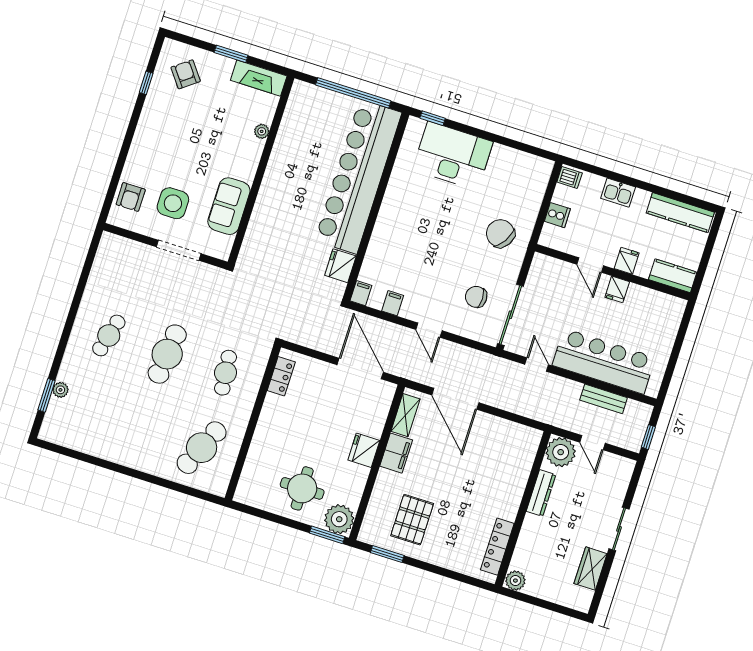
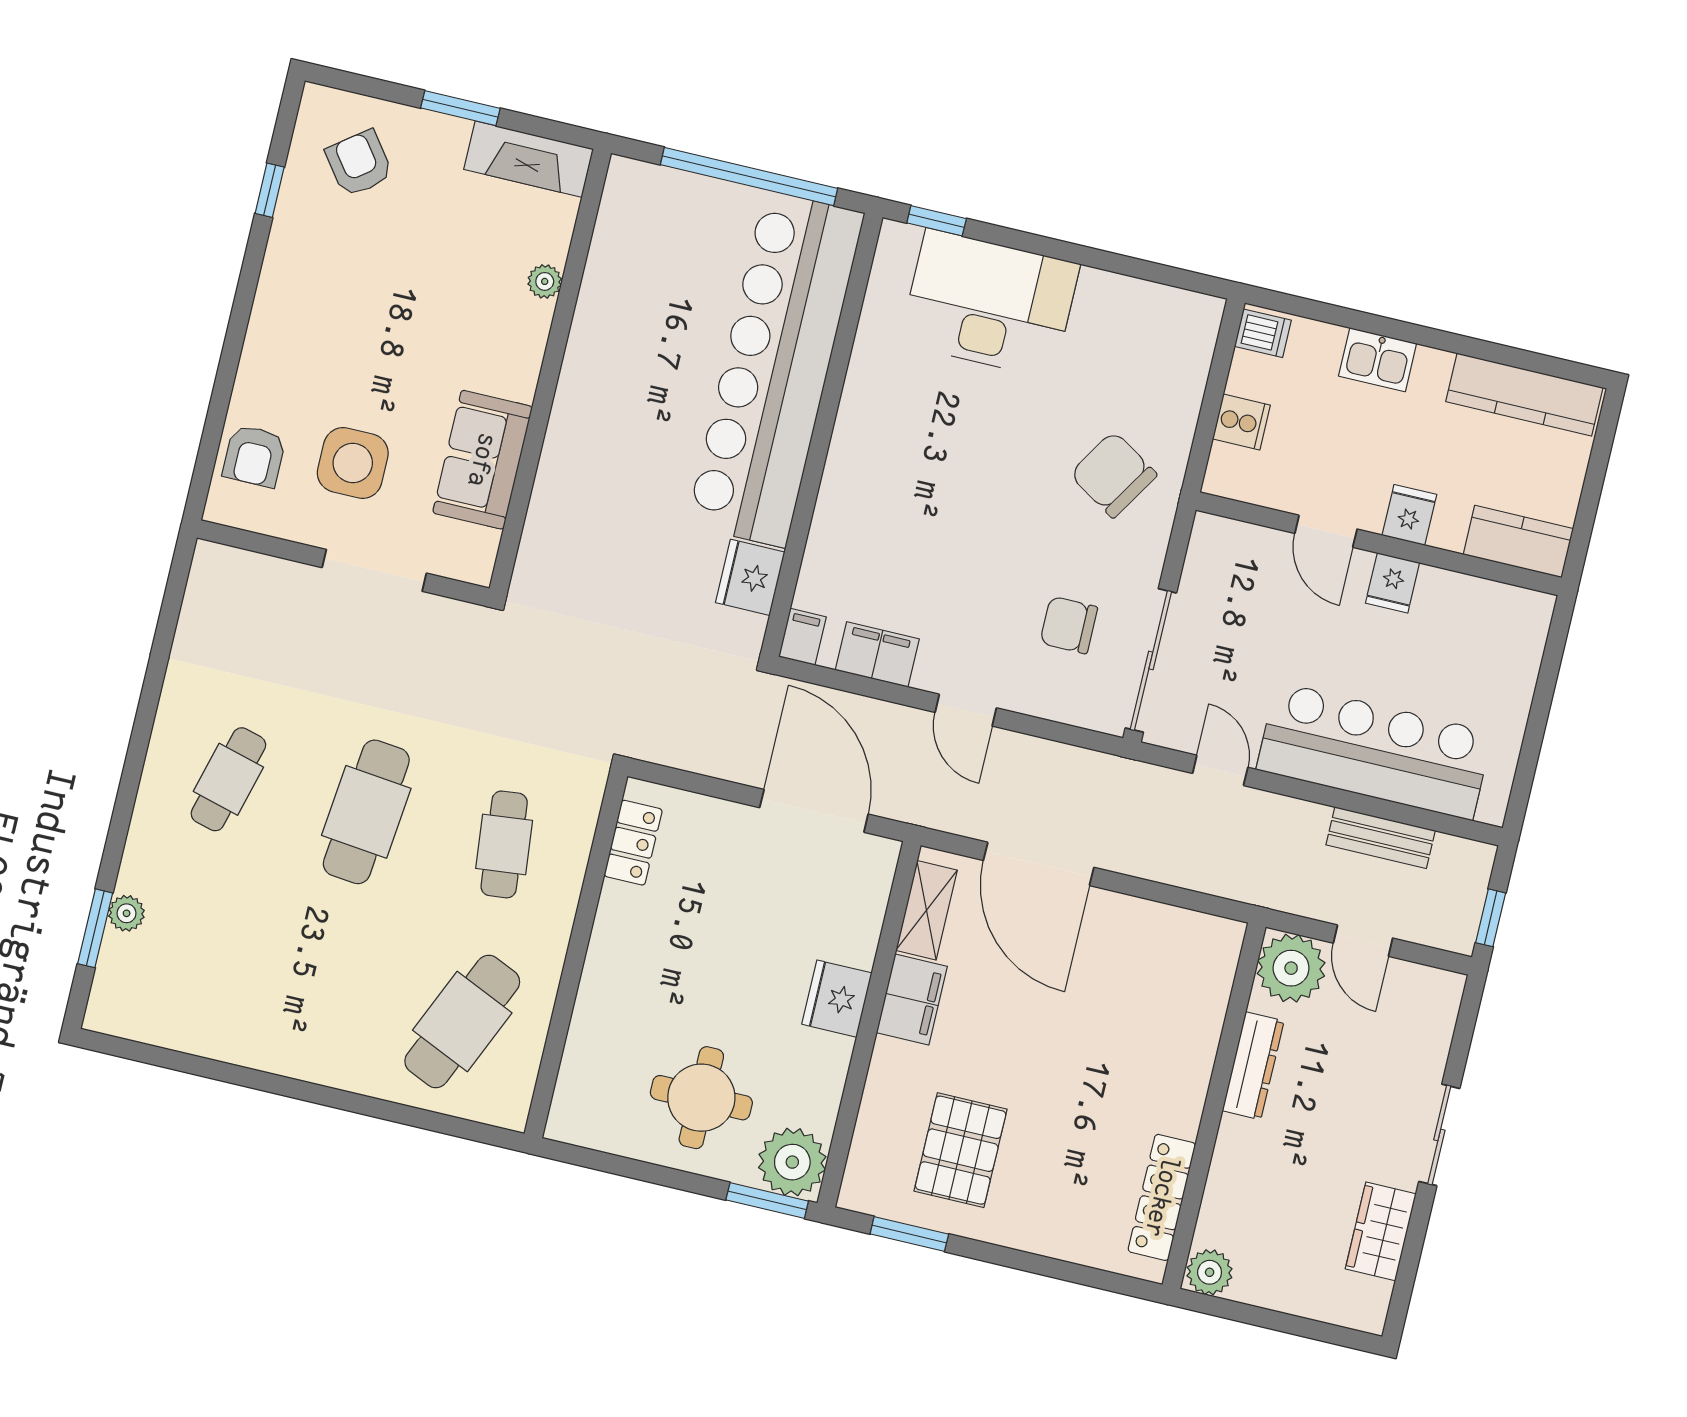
filing cabinet: (393, 303) -> (877, 655), width x2.00

